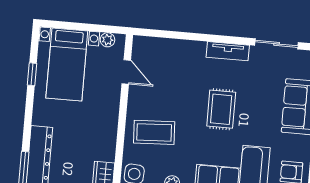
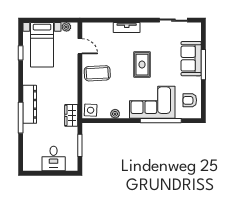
tv unit: (228, 51) -> (127, 27), moved
coffee table: (154, 132) -> (97, 73), moved

